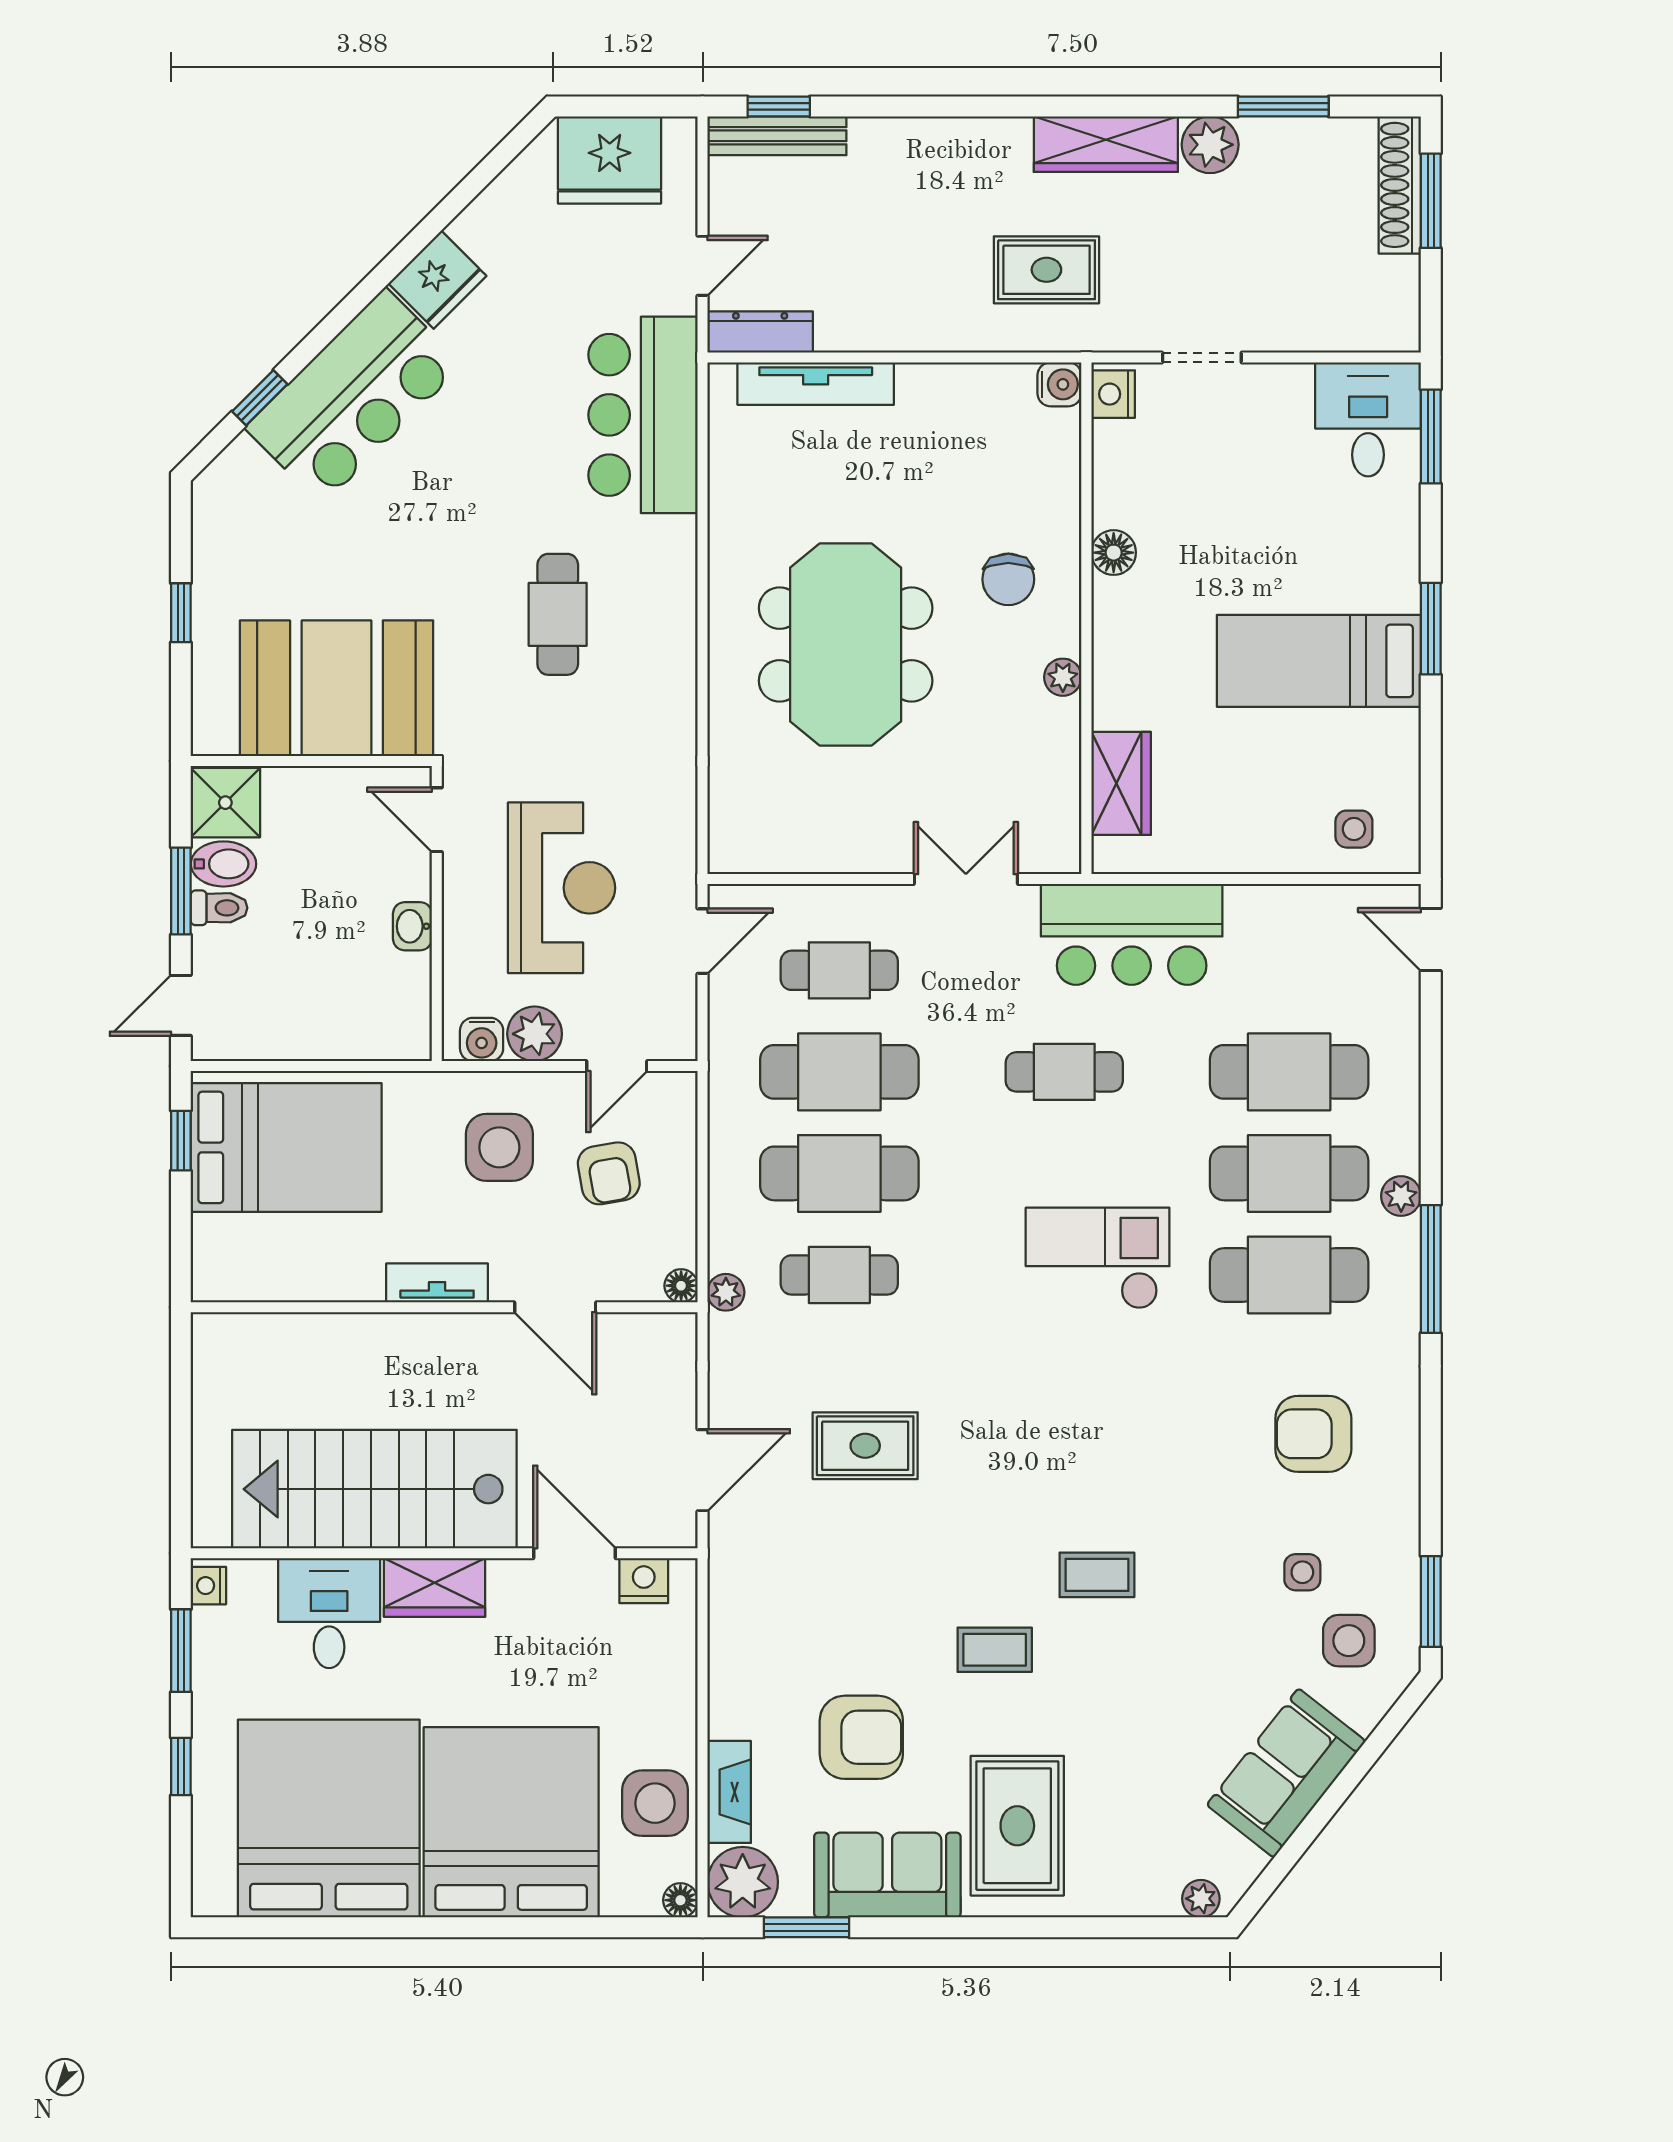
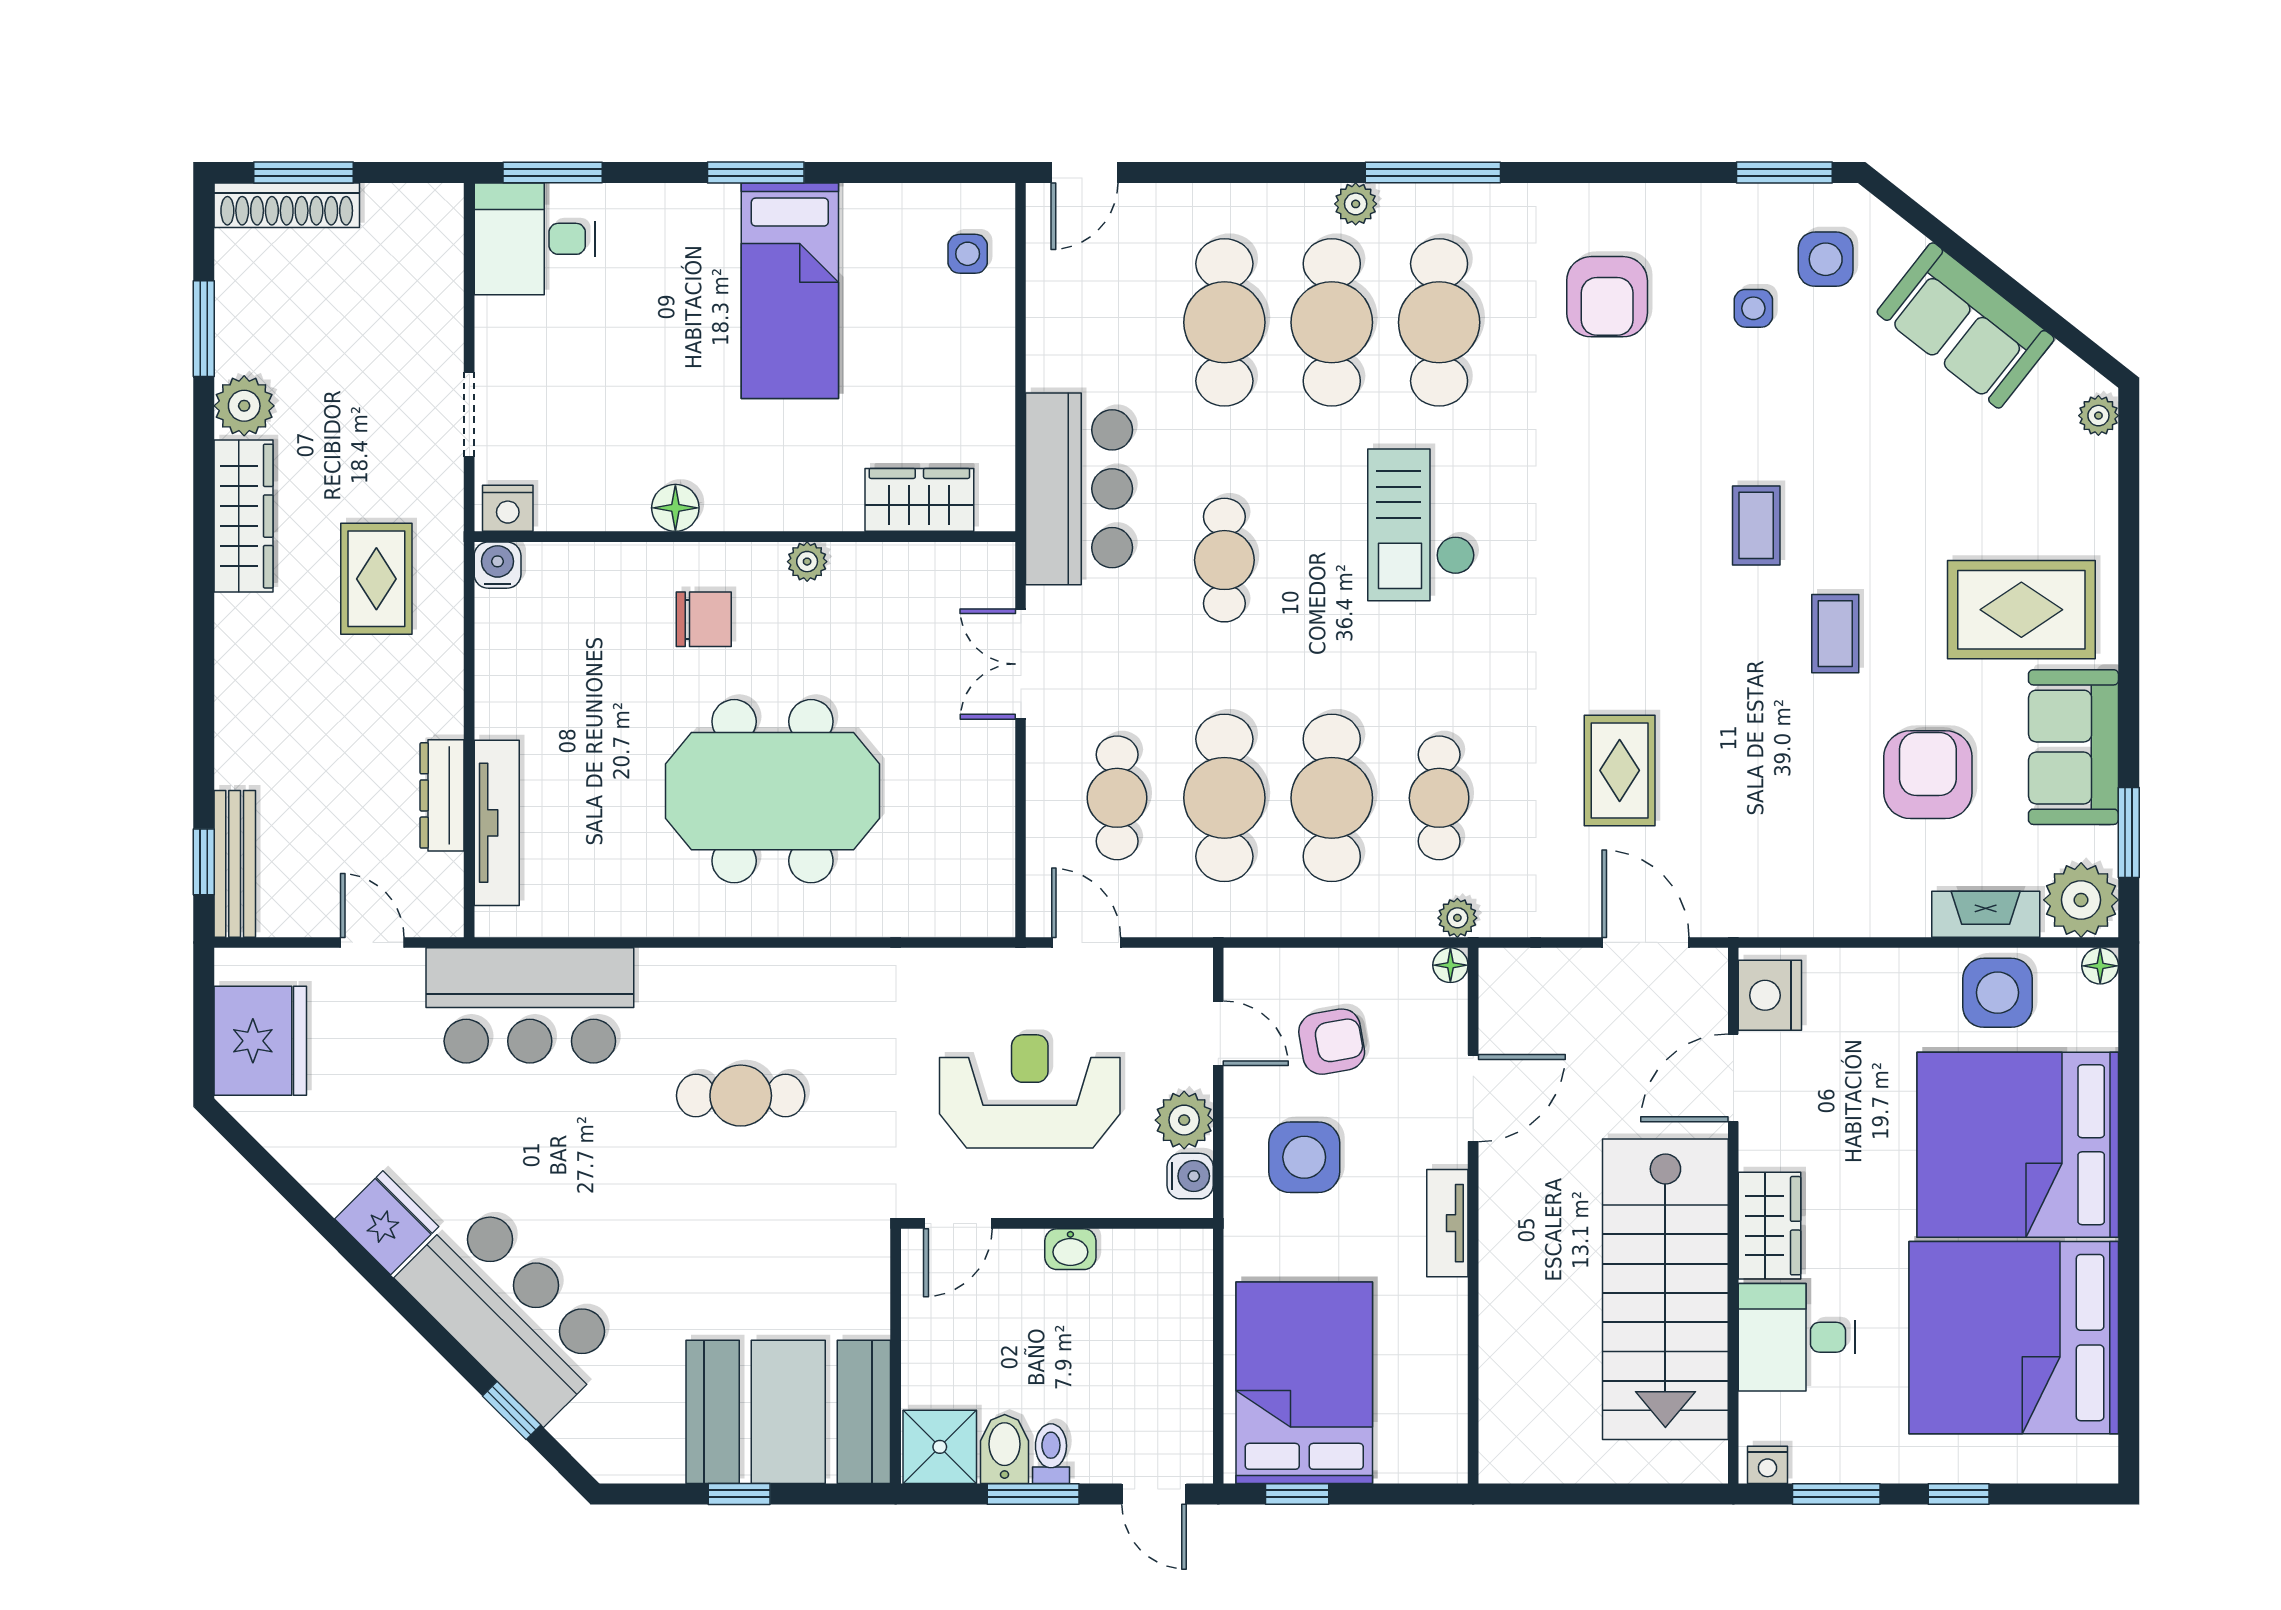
dresser: (760, 332) -> (442, 795), moved
booth: (336, 688) -> (788, 1412), moved, turned 90
nightstand: (644, 1581) -> (1770, 995), width x1.36, depth x1.33

